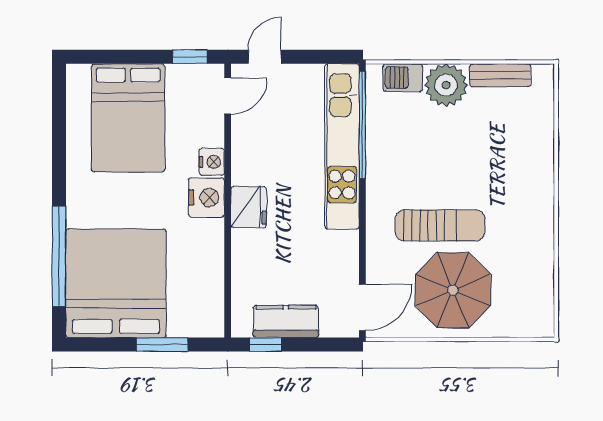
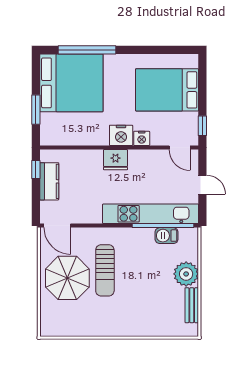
door: (265, 57) -> (202, 185), moved
barbecue: (403, 78) -> (167, 236), moved, turned -90

